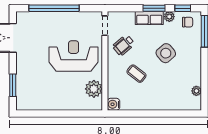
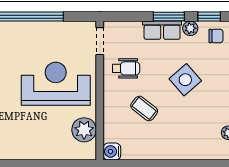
wheelchair: (124, 45) -> (126, 68), turned -140

